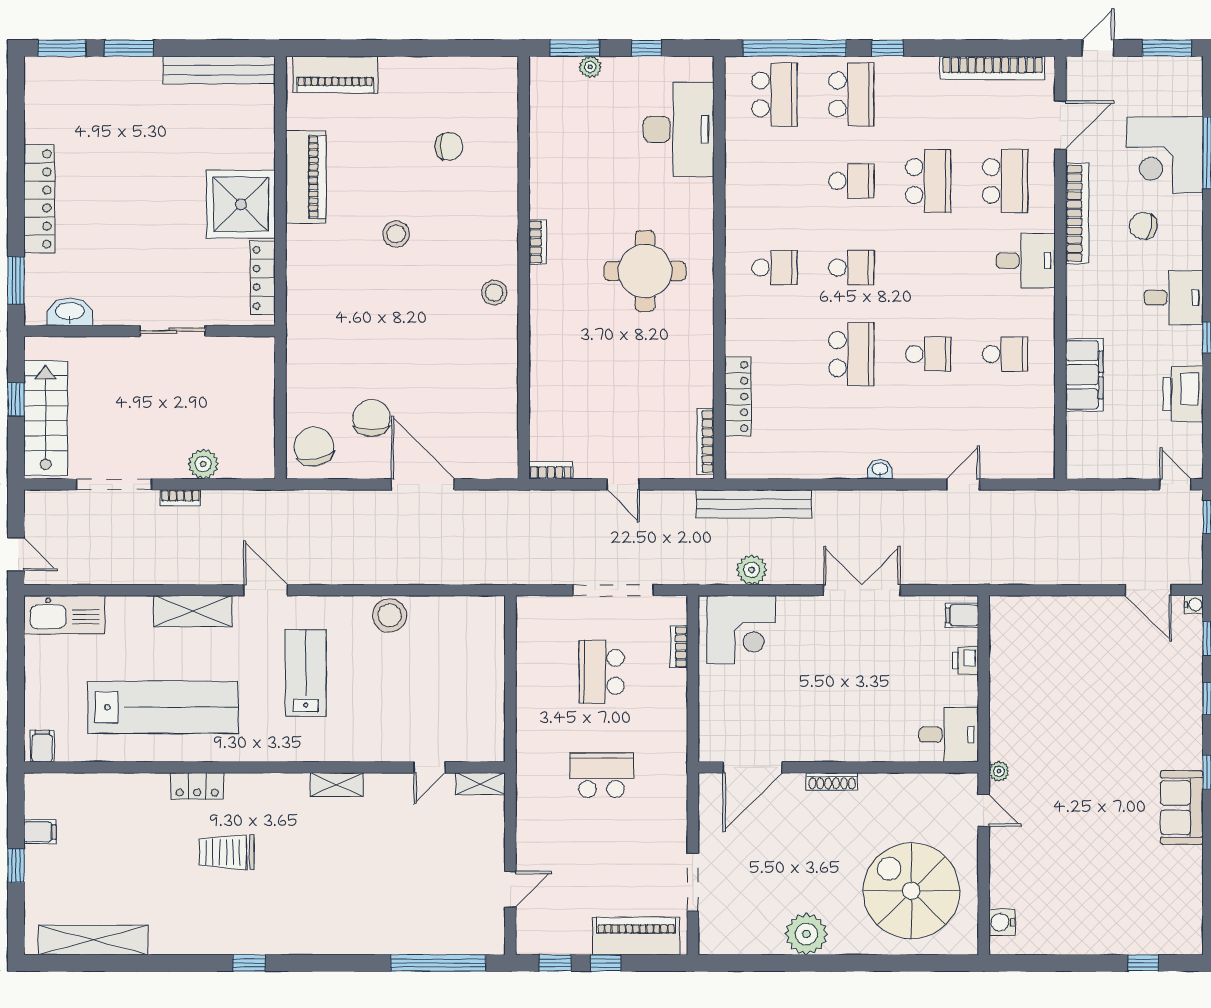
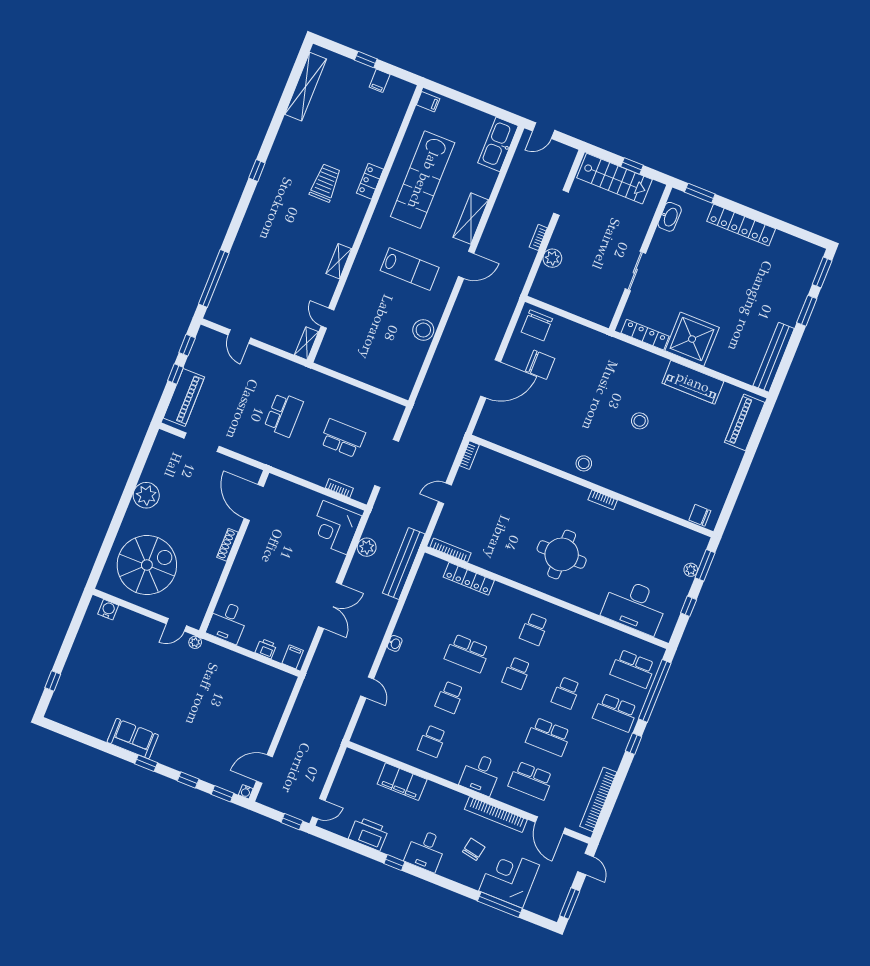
chair: (449, 146) -> (700, 515), moved, turned 90
chair: (314, 447) -> (537, 325), turned 101
doorway: (114, 484) -> (561, 203), width x0.53

